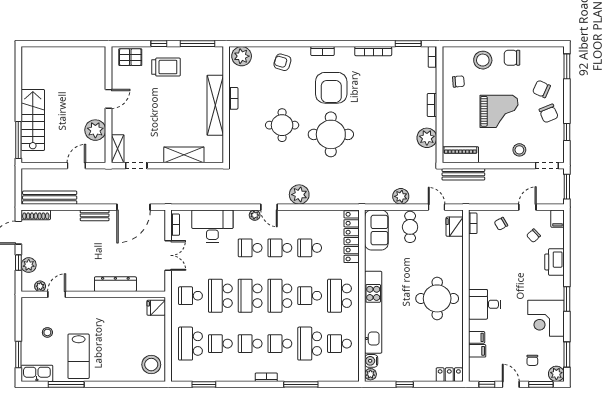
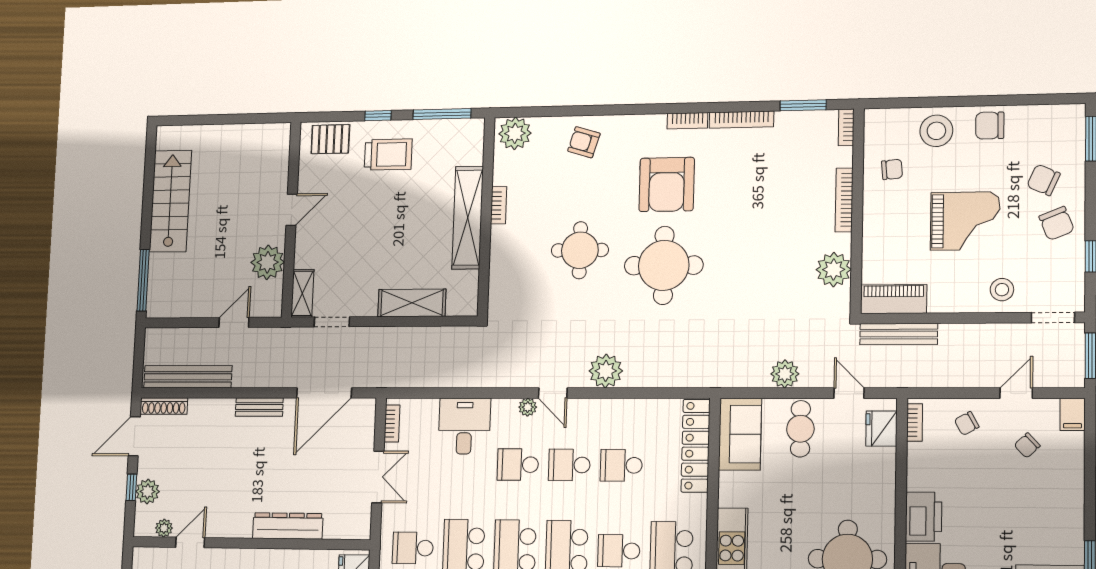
bookcase: (322, 51) -> (687, 121), moved
bookcase: (432, 105) -> (844, 200), width x1.56
stairs: (33, 120) -> (170, 201), moved
desk: (212, 226) -> (464, 426), width x0.73
printer: (555, 262) -> (924, 517), moved, turned 180

